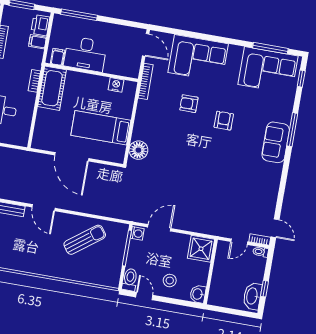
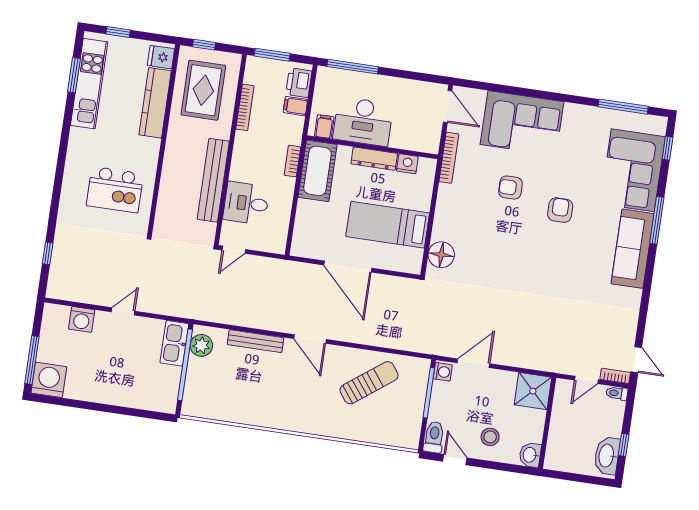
corner sofa: (268, 70) -> (633, 170), moved, turned 90
dresser: (93, 81) -> (374, 159), added
sofa: (276, 142) -> (632, 249), width x1.36

